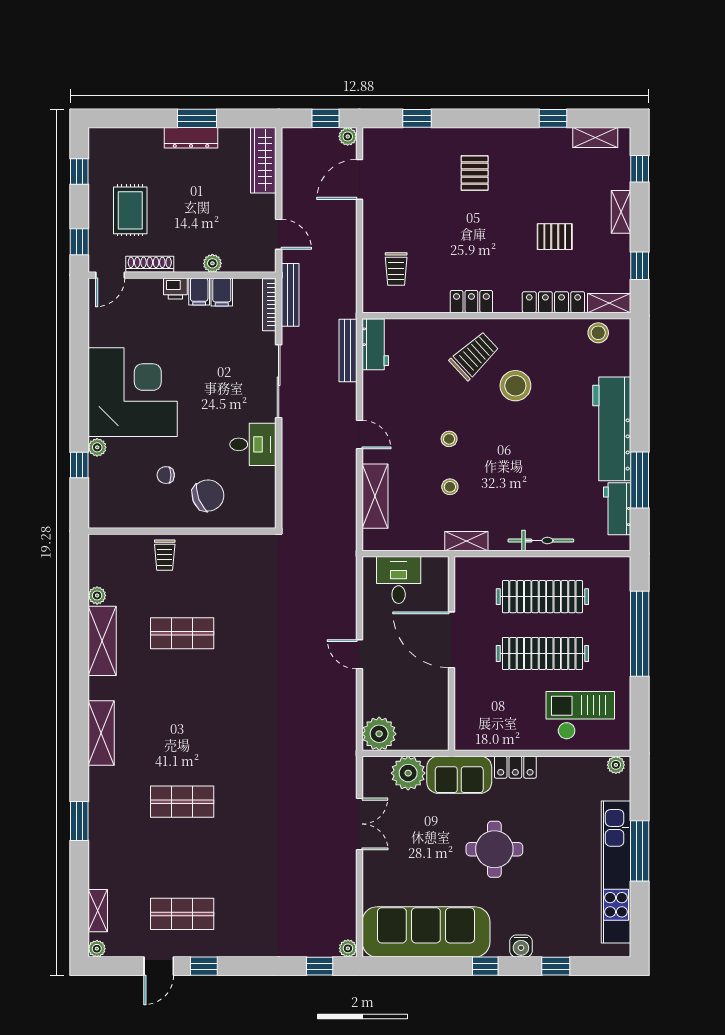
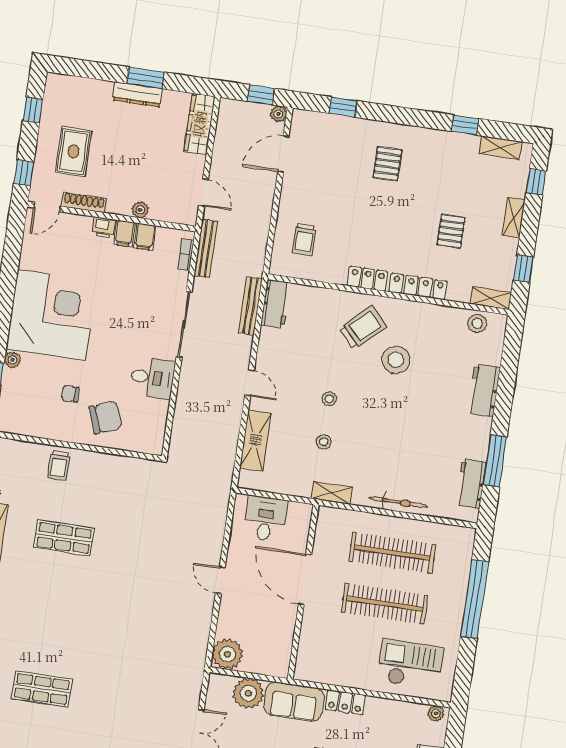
pallet: (555, 237) -> (451, 231), turned 90
locker: (553, 302) -> (418, 287), moved
bookcase: (269, 305) -> (186, 255), width x0.64
workbench: (612, 429) -> (484, 390), width x0.53, depth x0.76

